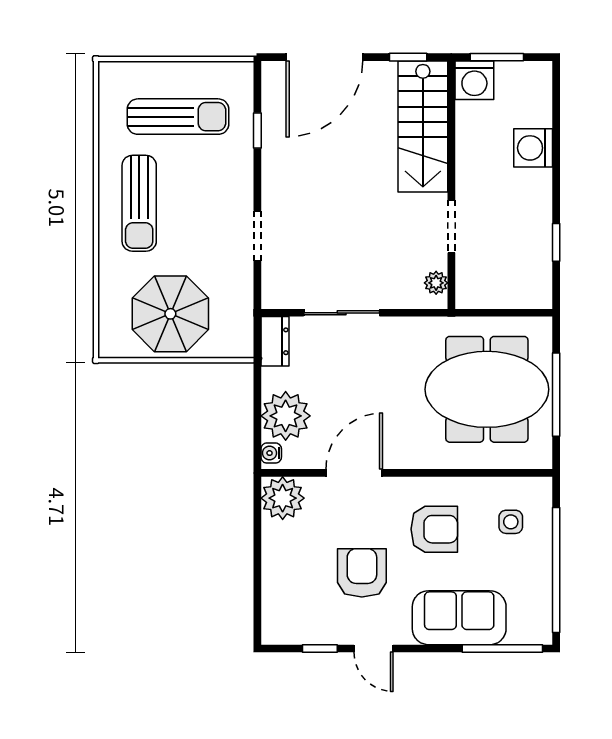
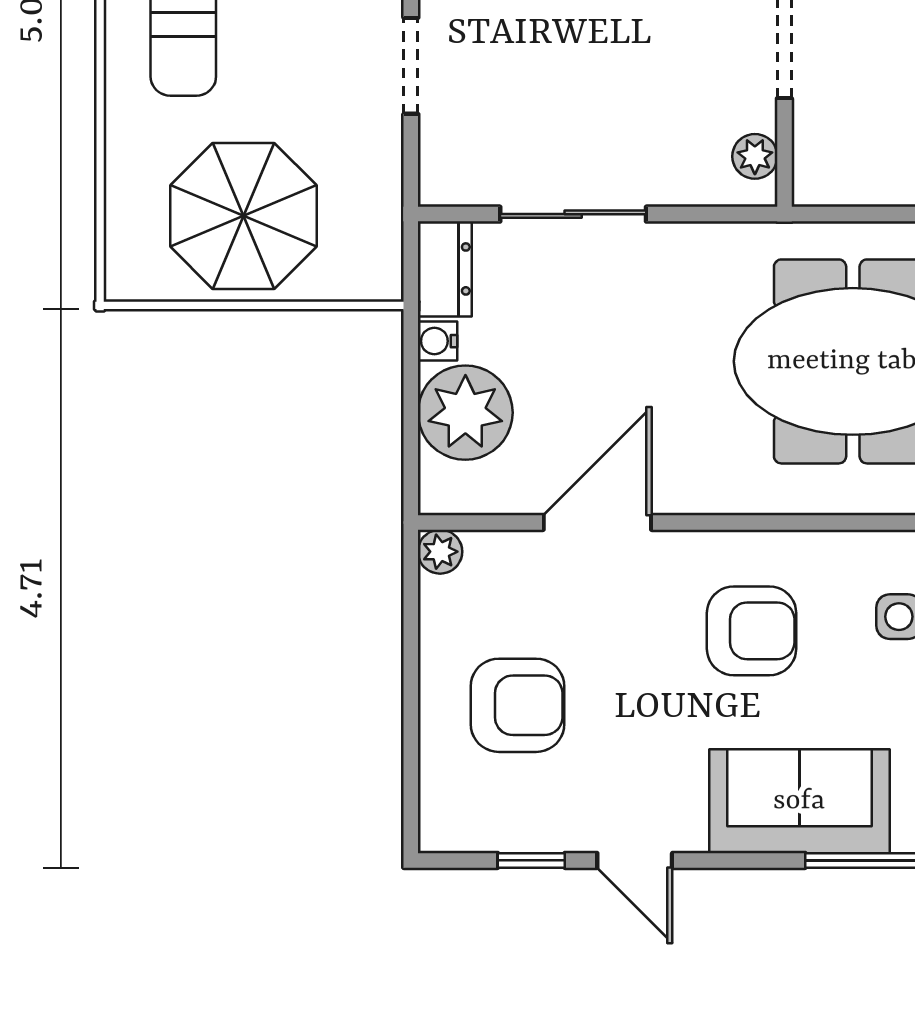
water cooler: (271, 453) -> (438, 341), moved
plant: (283, 498) -> (440, 552), width x0.53, depth x0.53
armchair: (362, 573) -> (517, 705), moved, turned 90

